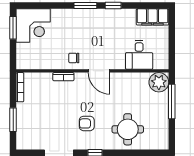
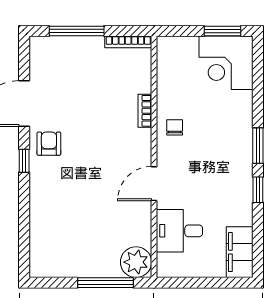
door: (99, 71) -> (154, 184), moved
window: (13, 120) -> (77, 31), width x1.44
armchair: (87, 123) -> (49, 144), moved
round table: (128, 129) -> (61, 213), removed

